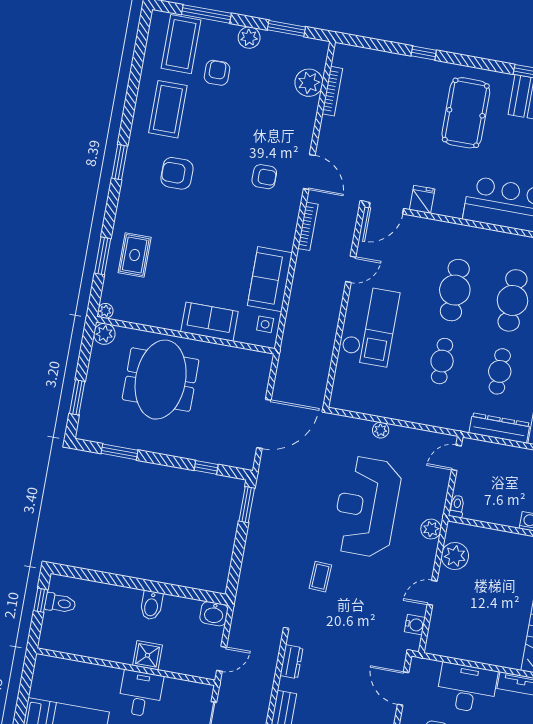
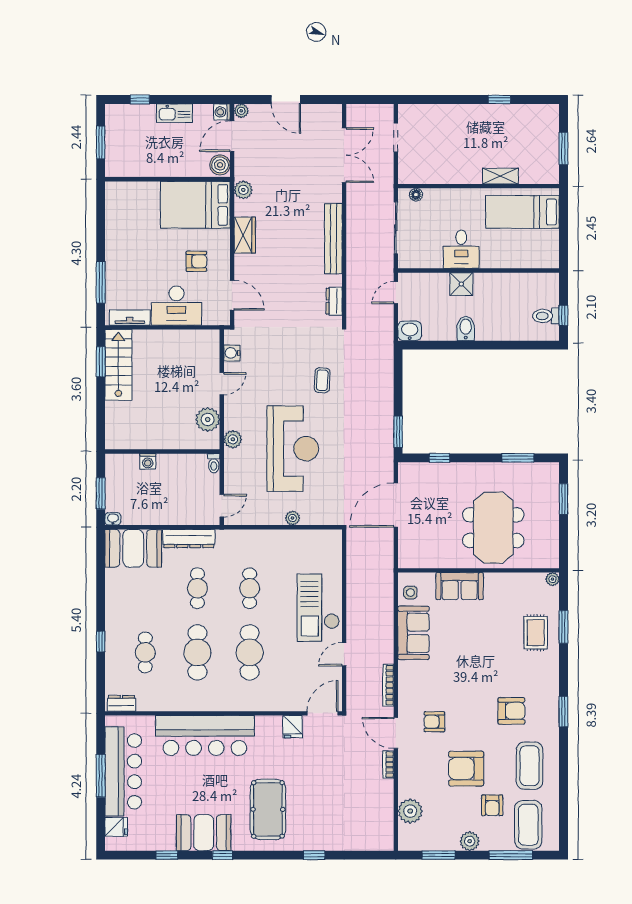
bookcase: (332, 91) -> (388, 765), moved, width x0.64
armchair: (238, 118) -> (466, 769), added
plant: (104, 334) -> (550, 559), removed

